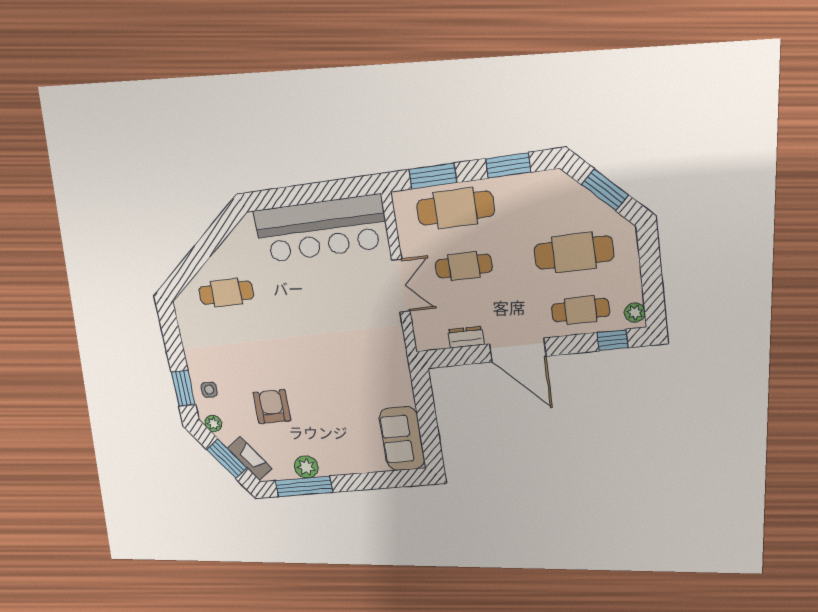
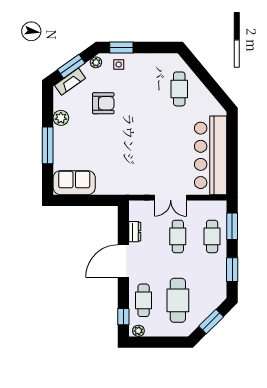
cafe table: (455, 208) -> (212, 236), width x0.73, depth x0.74
window: (304, 486) -> (48, 145), moved

